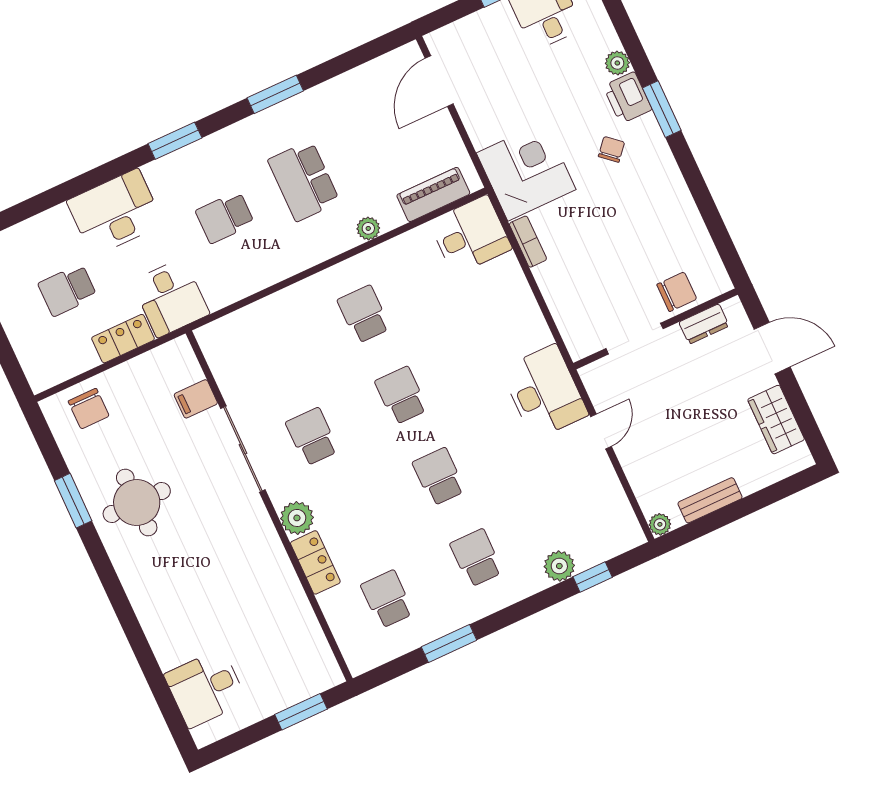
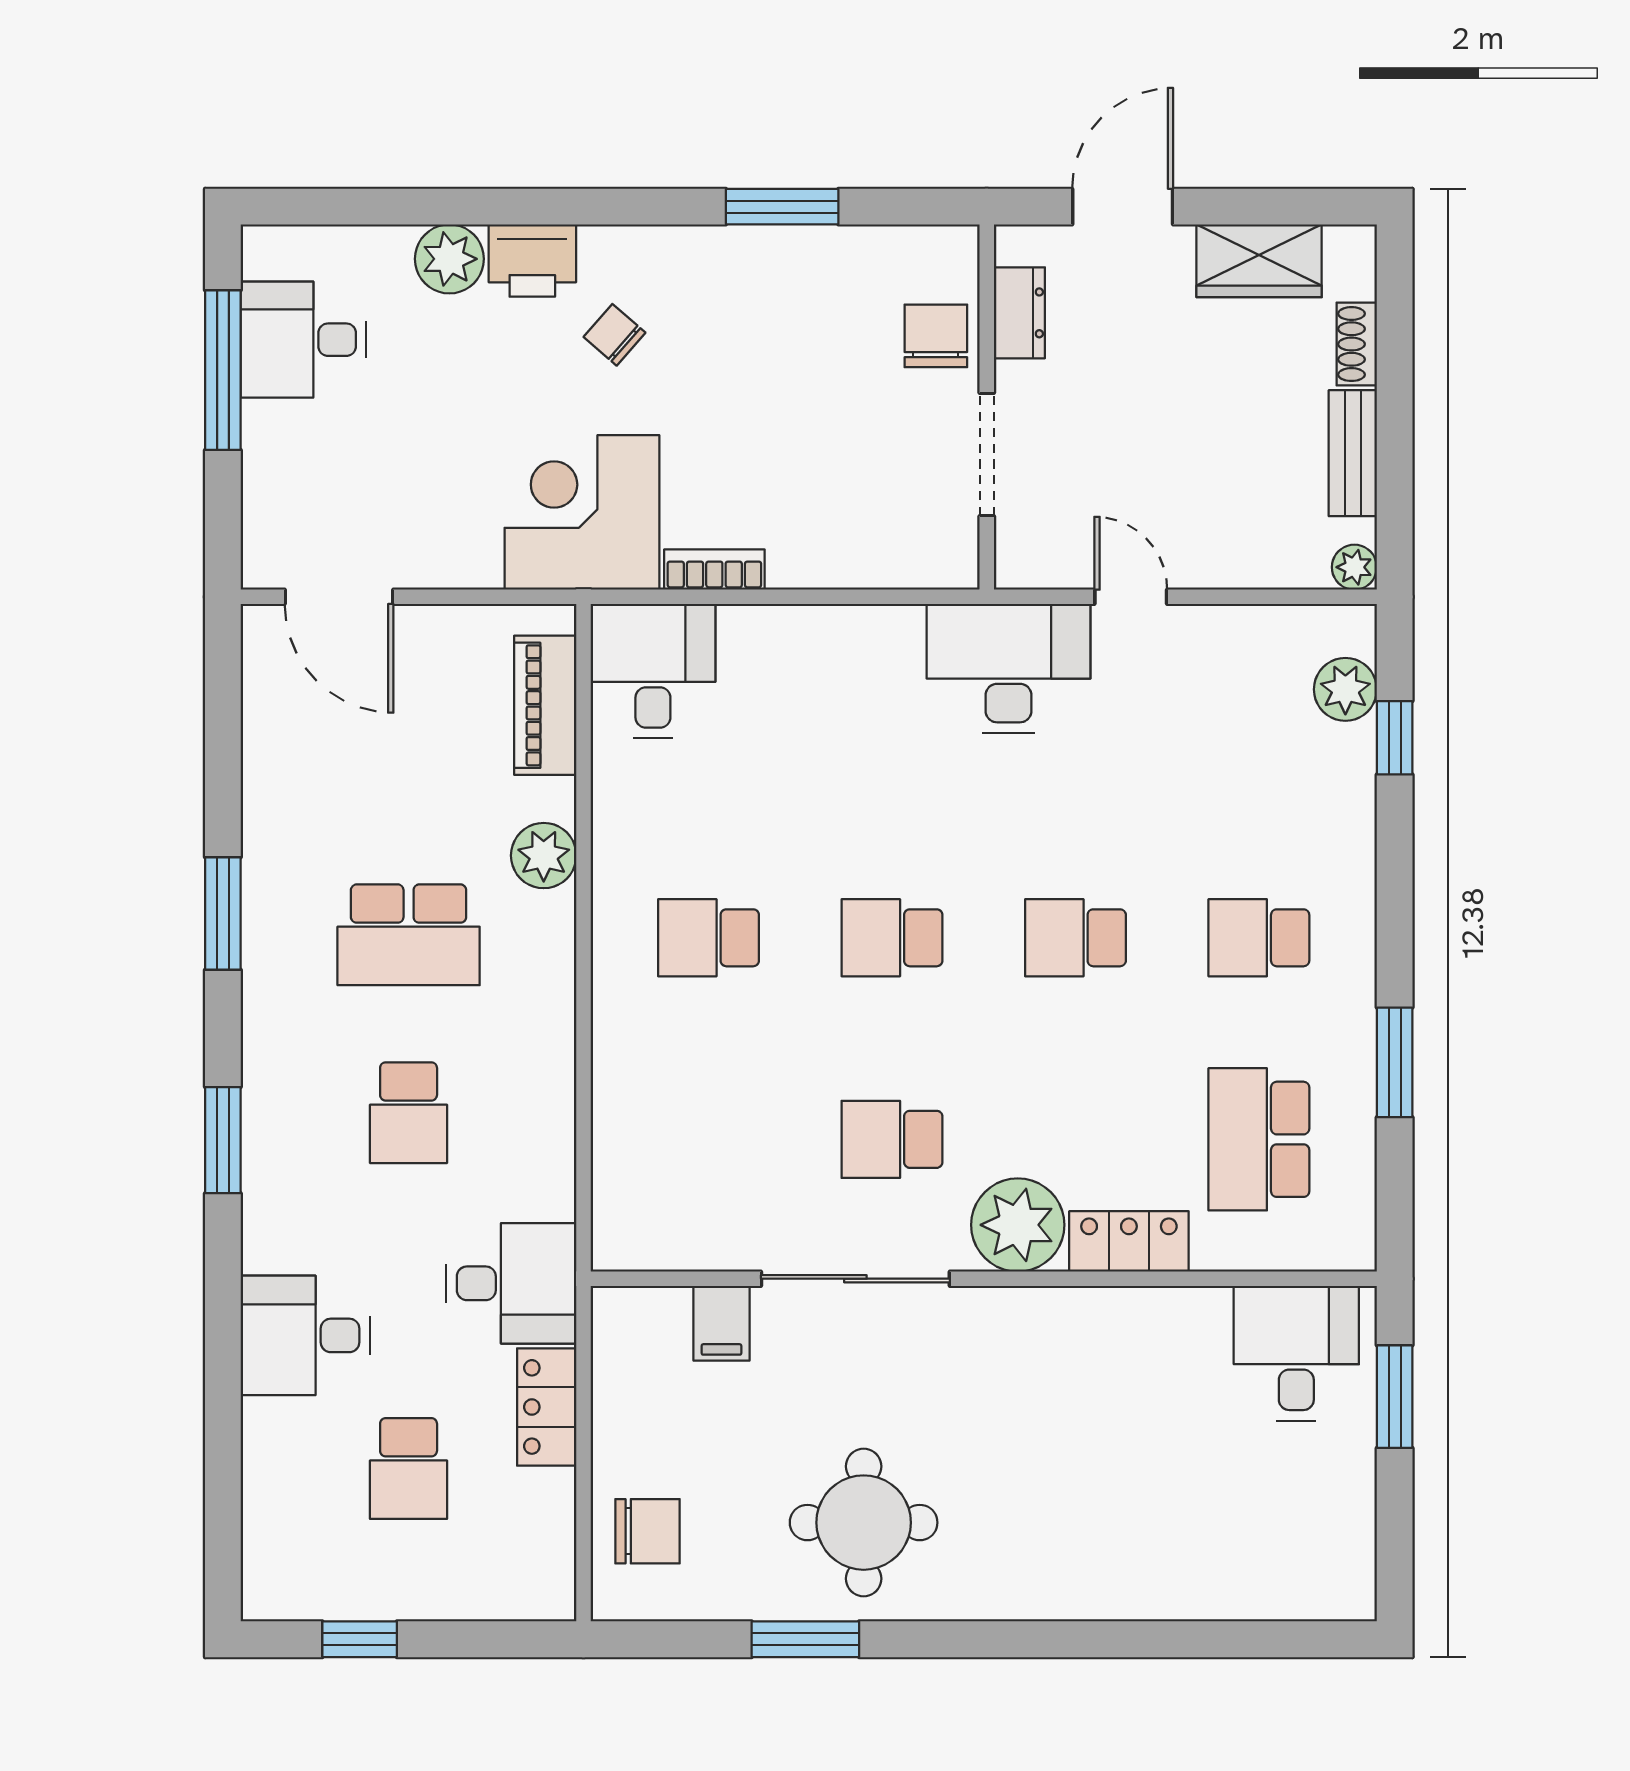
plant: (617, 63) -> (449, 259), width x1.38, depth x1.38
window: (662, 109) -> (782, 207), moved
desk: (115, 213) -> (305, 1335), width x0.73
plant: (368, 228) -> (544, 856), width x1.38, depth x1.38
shoe rack: (759, 480) -> (1357, 344), added
plant: (297, 518) -> (1018, 1225), width x1.36, depth x1.36
plant: (559, 566) -> (1345, 689), moved
school desk: (387, 599) -> (1259, 1139), width x1.85
desk: (206, 688) -> (1296, 1353), moved, turned 180

